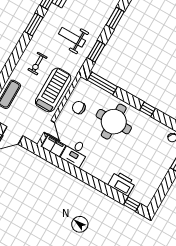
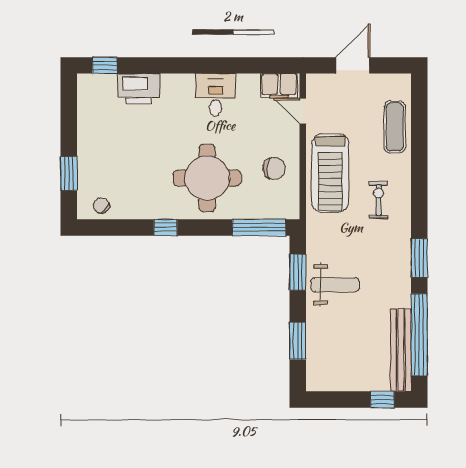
weight bench: (72, 37) -> (335, 285), moved
desk: (75, 153) -> (216, 95), moved

